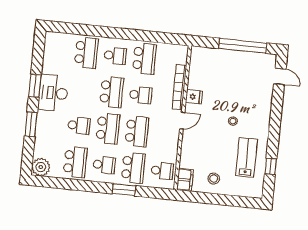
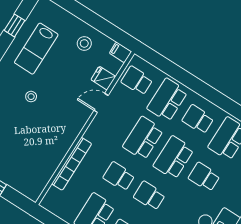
school desk: (112, 92) -> (149, 196), width x0.54
fridge: (194, 97) -> (103, 78), moved
door: (182, 121) -> (101, 103), moved
filing cabinet: (185, 180) -> (120, 52), width x0.50
window: (124, 190) -> (190, 81), removed

